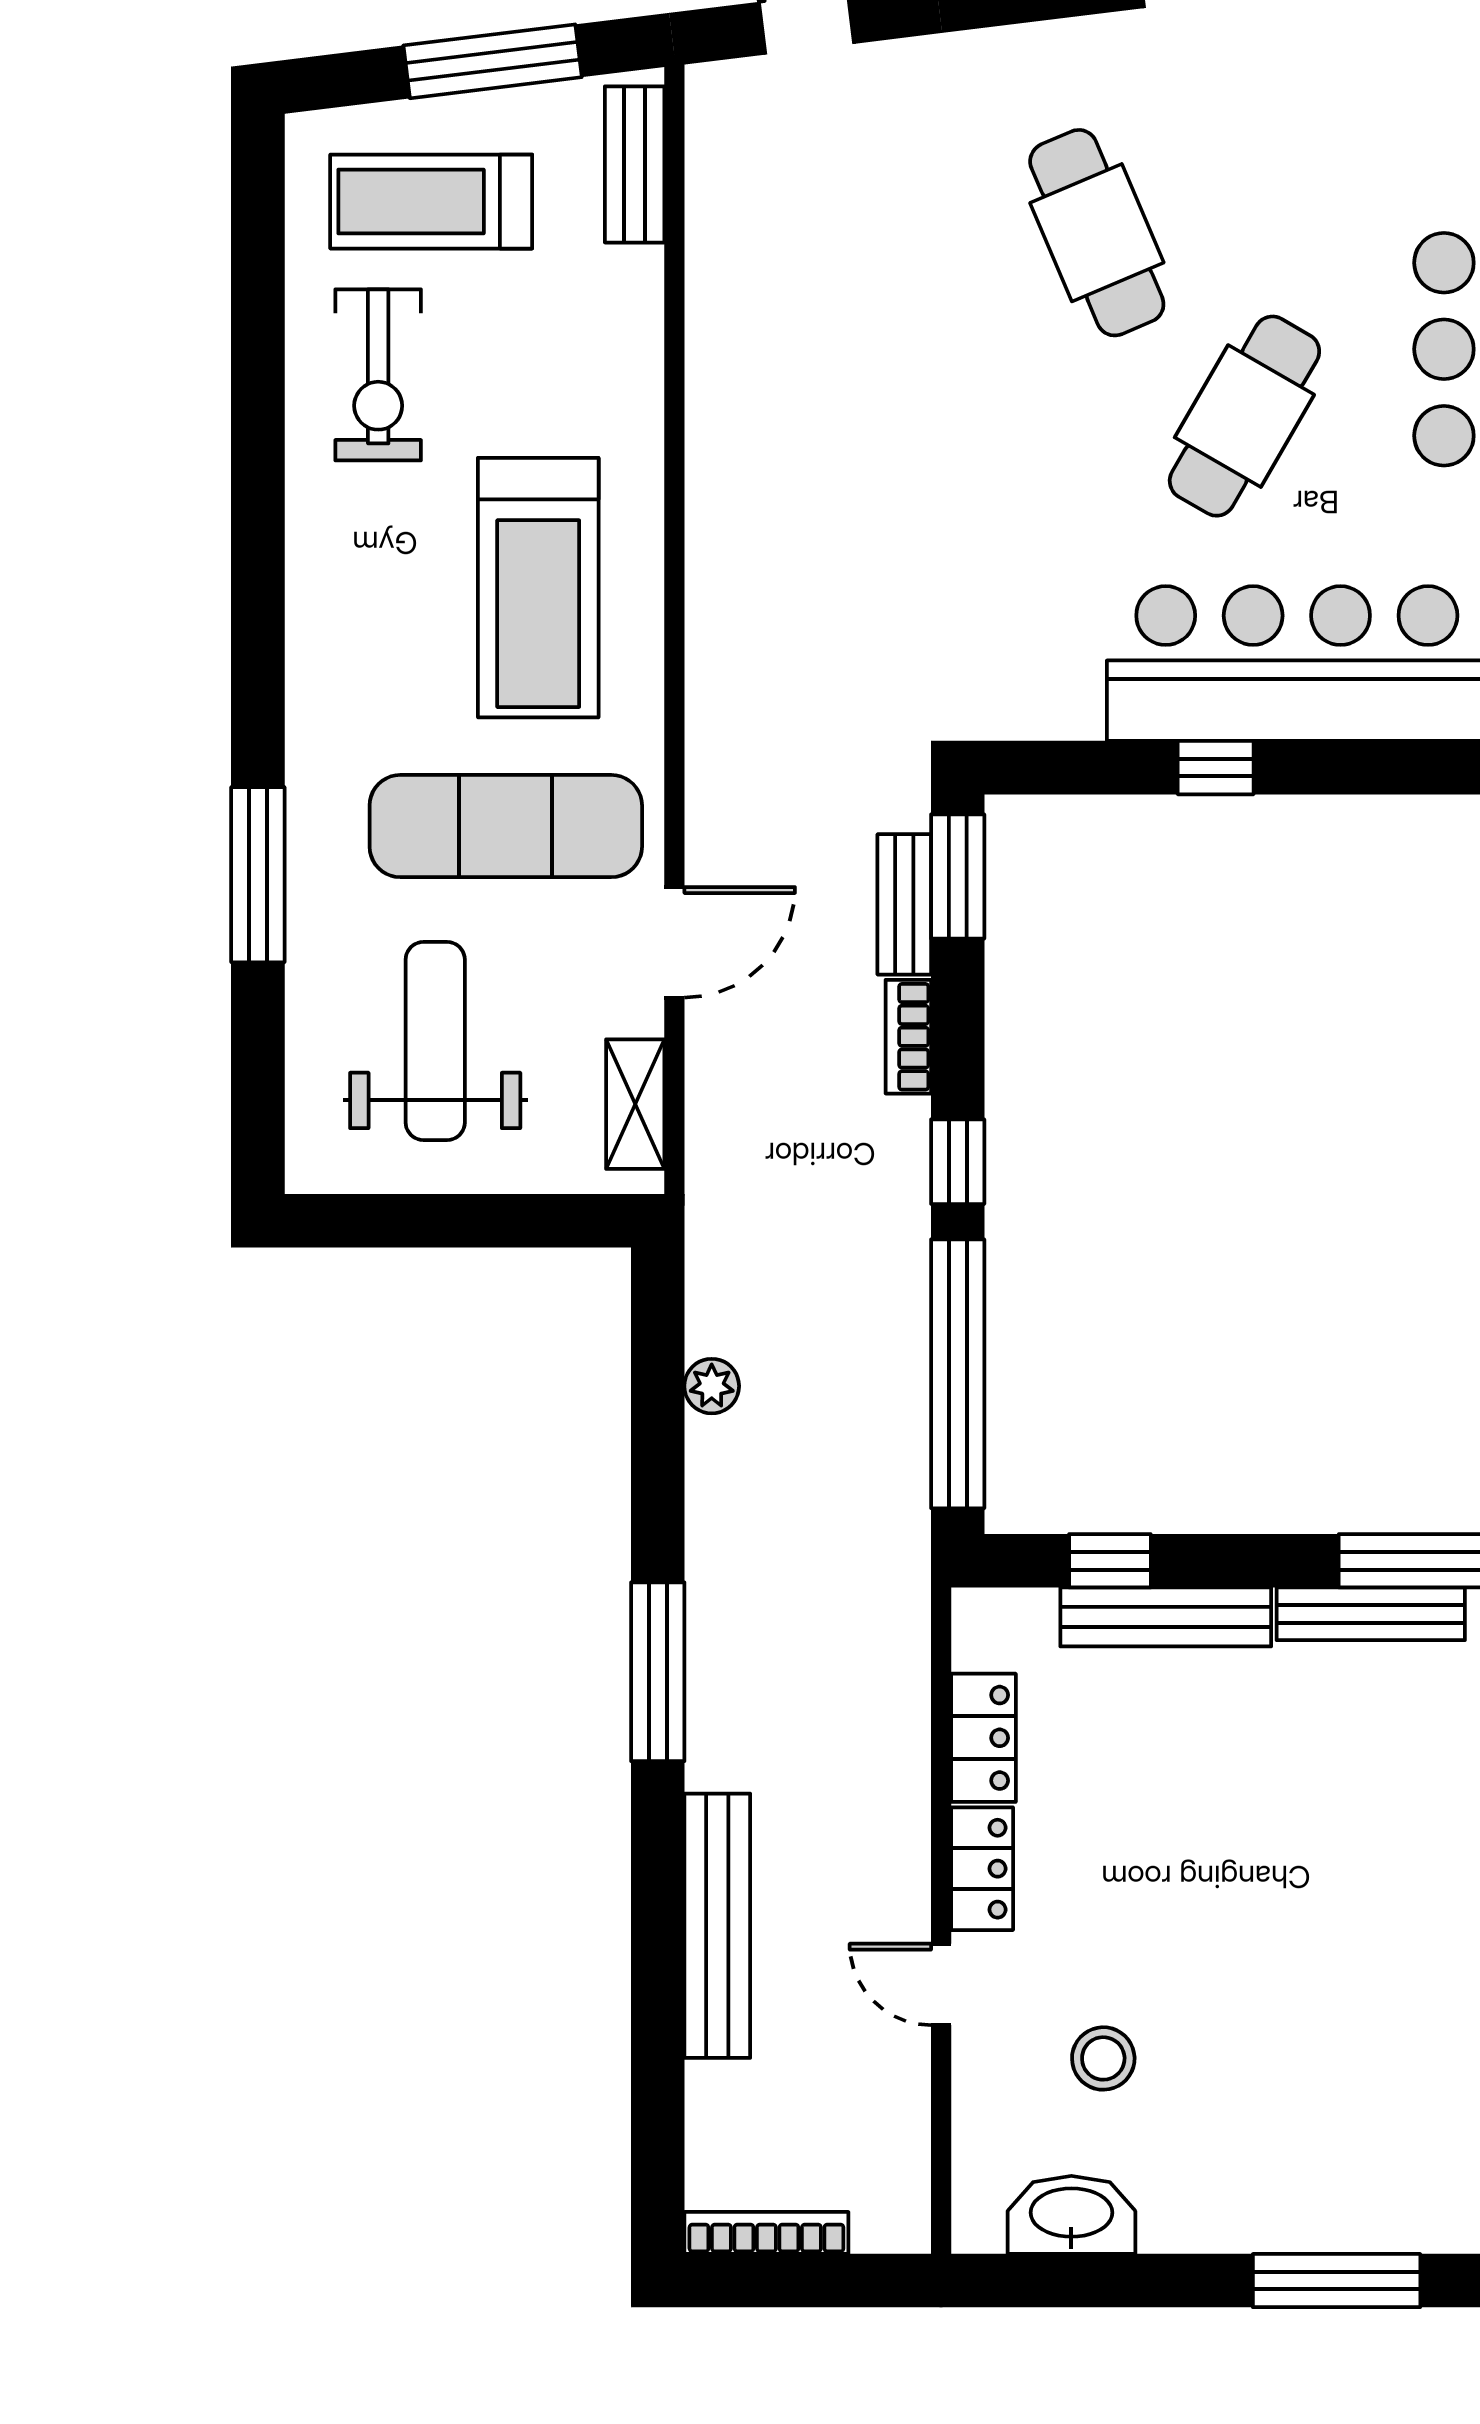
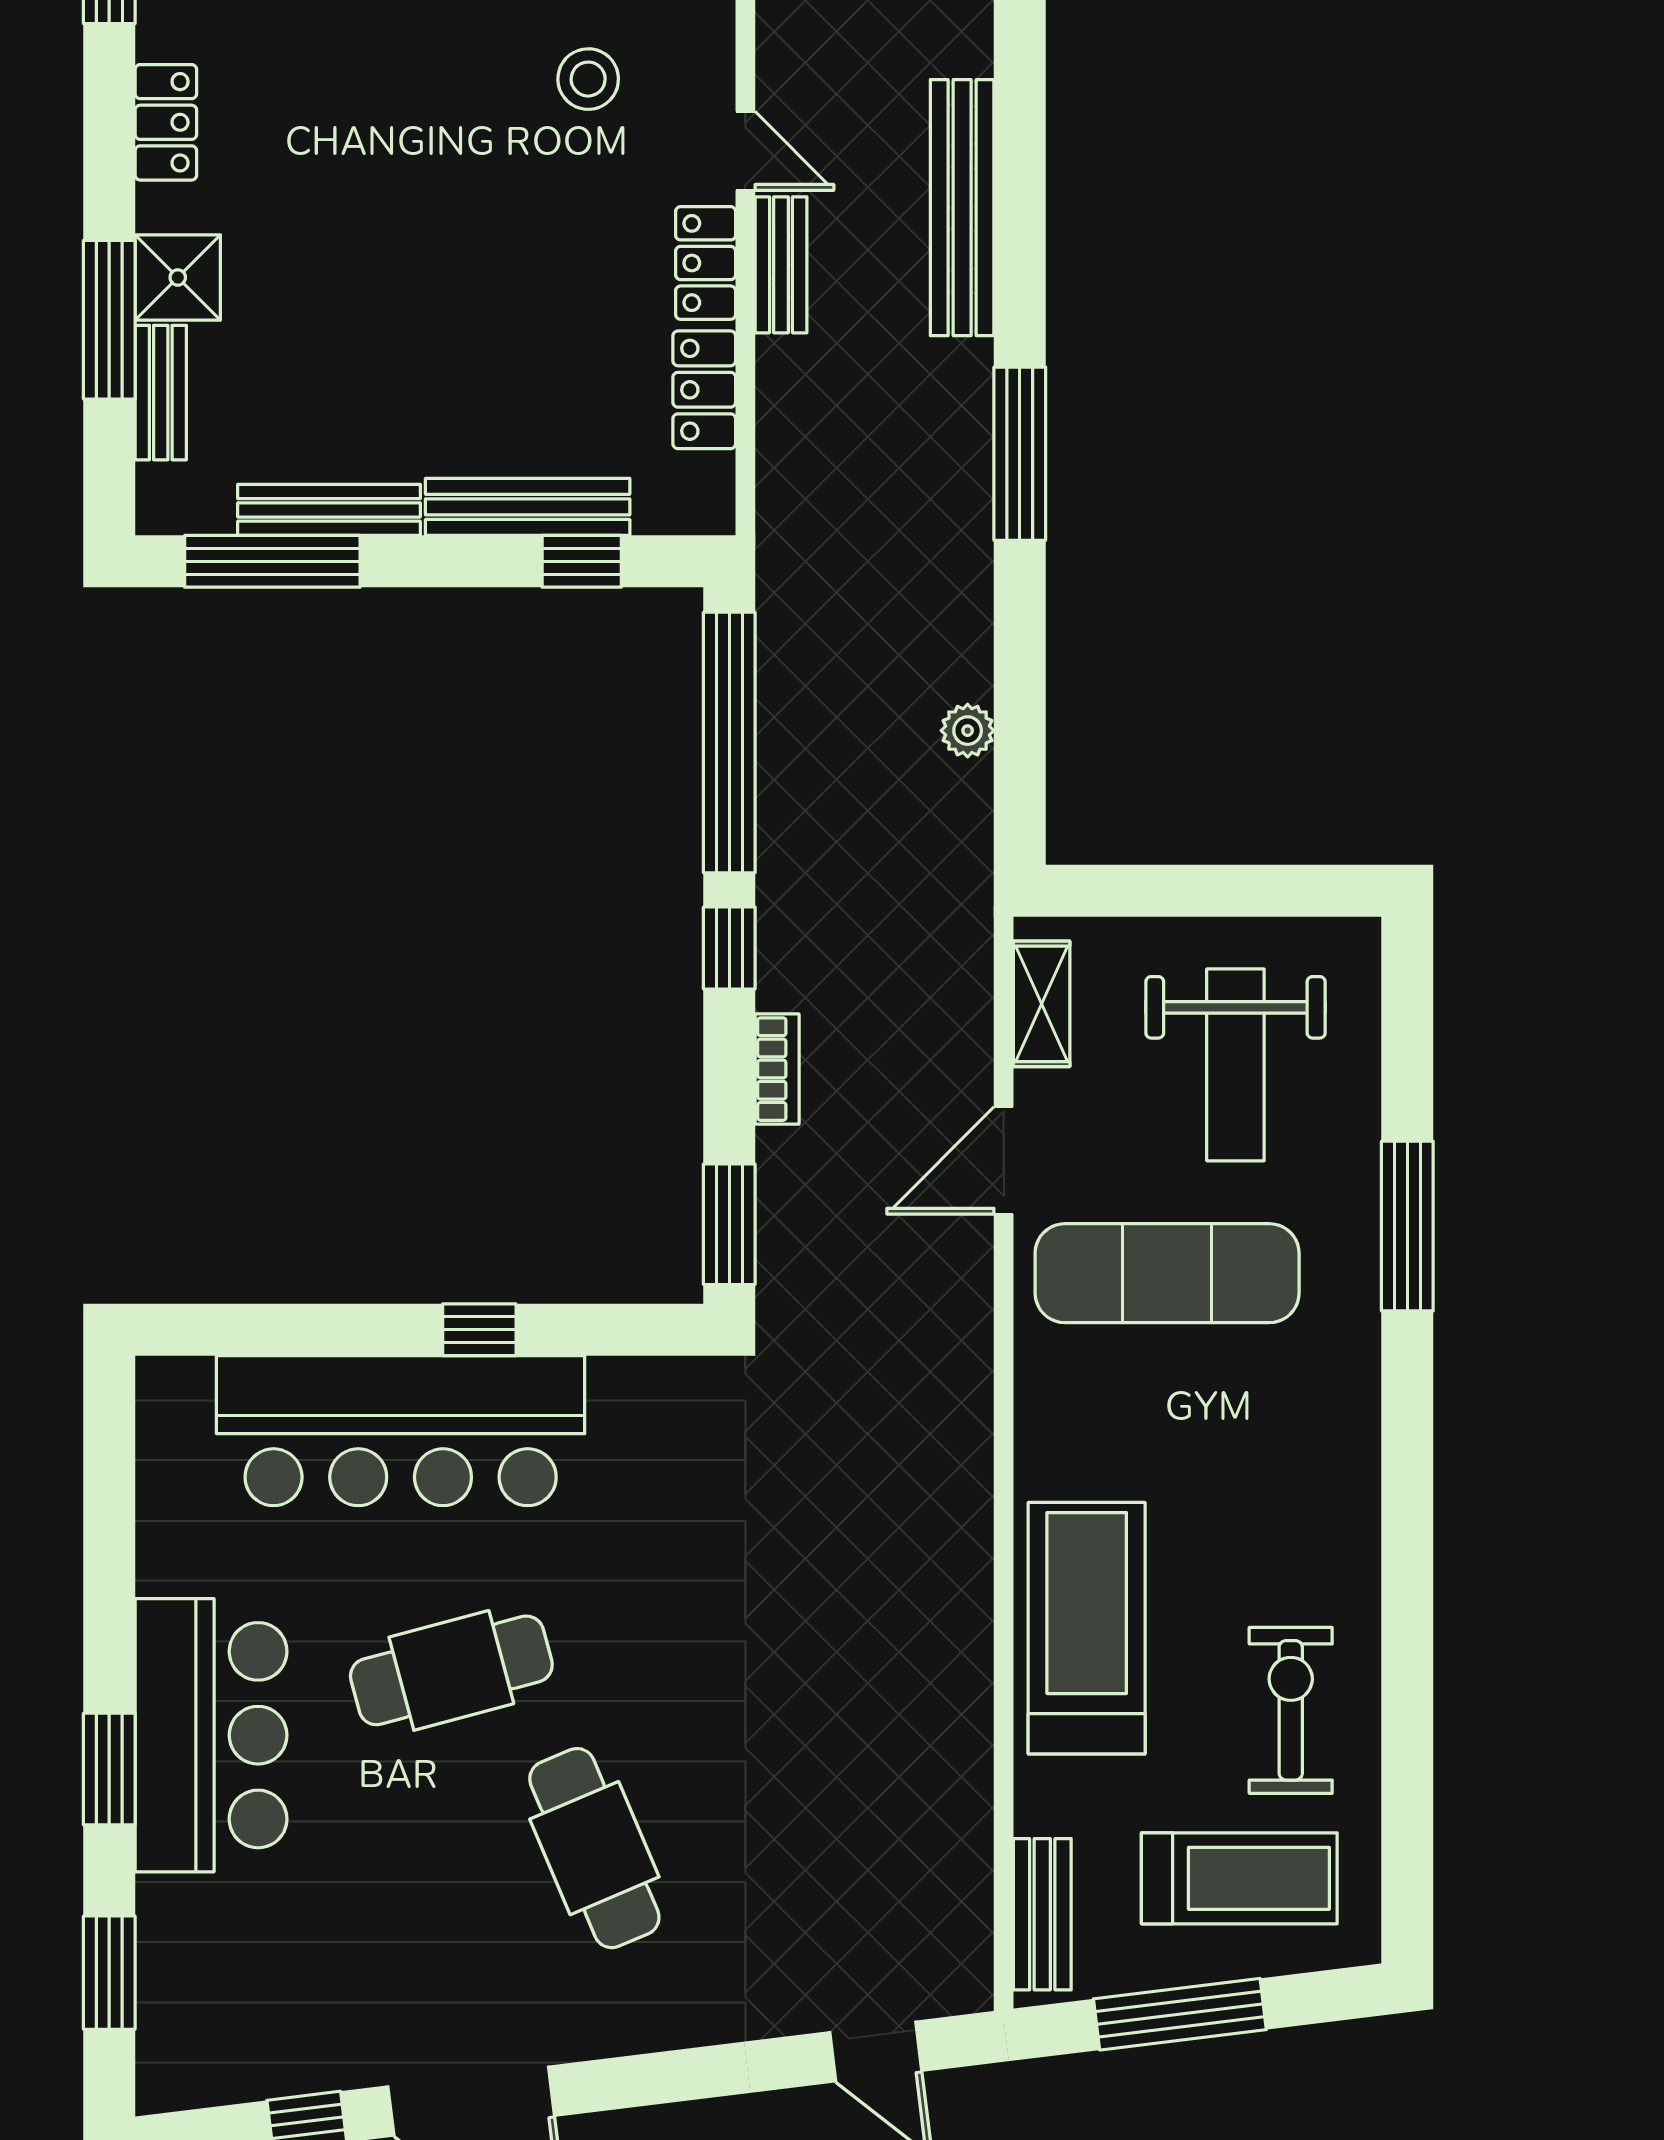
cafe table: (1244, 416) -> (451, 1670), turned 45
treadmill: (538, 588) -> (1087, 1628), moved
bench: (904, 904) -> (781, 265), moved

